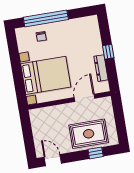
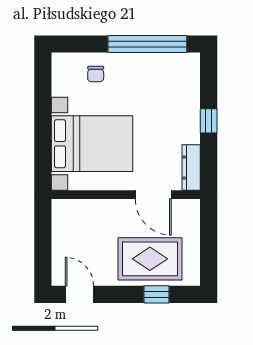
window: (46, 18) -> (147, 44), moved
dresser: (101, 68) -> (191, 168), moved
door: (84, 98) -> (153, 195), swing flipped

